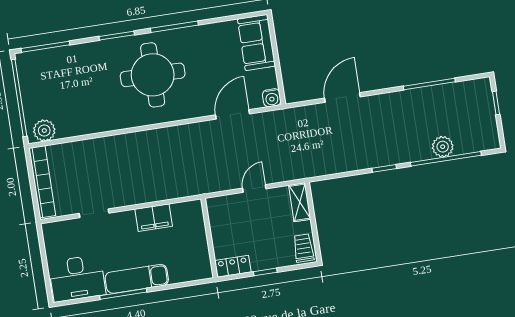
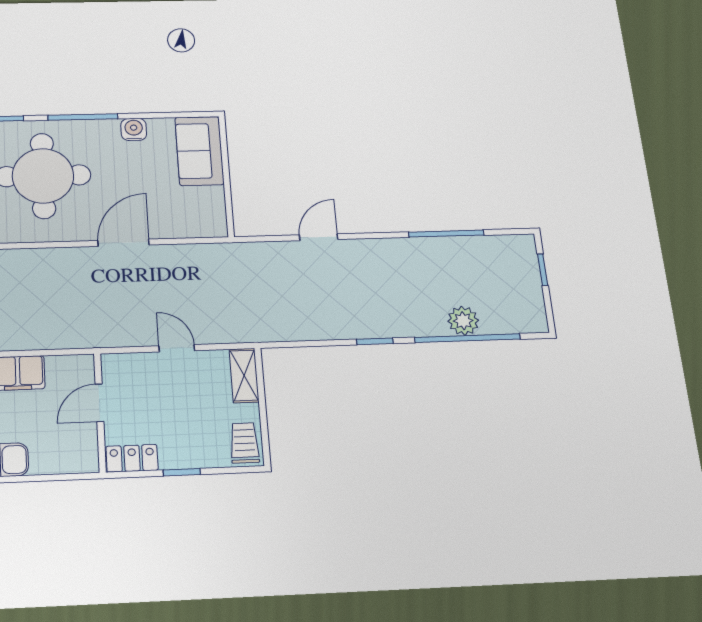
door: (342, 97) -> (319, 237), width x0.73
water cooler: (272, 98) -> (134, 129), moved, turned 180
door: (233, 114) -> (124, 243), moved
door: (254, 188) -> (177, 348), hinge flipped
door: (208, 232) -> (99, 403), added

